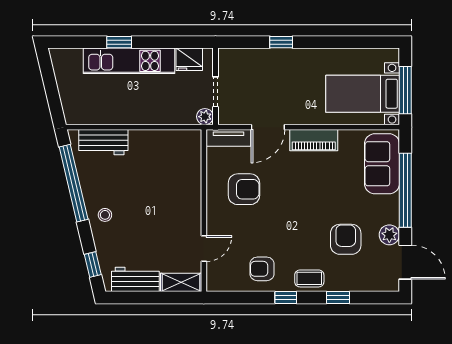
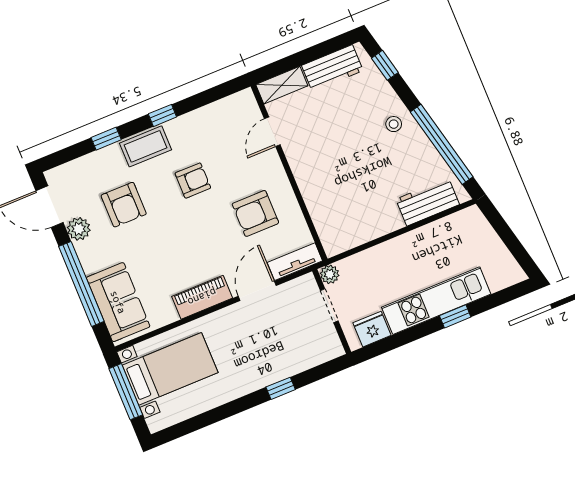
armchair: (262, 269) -> (193, 181), moved
coffee table: (309, 278) -> (145, 146), width x1.36, depth x1.30

